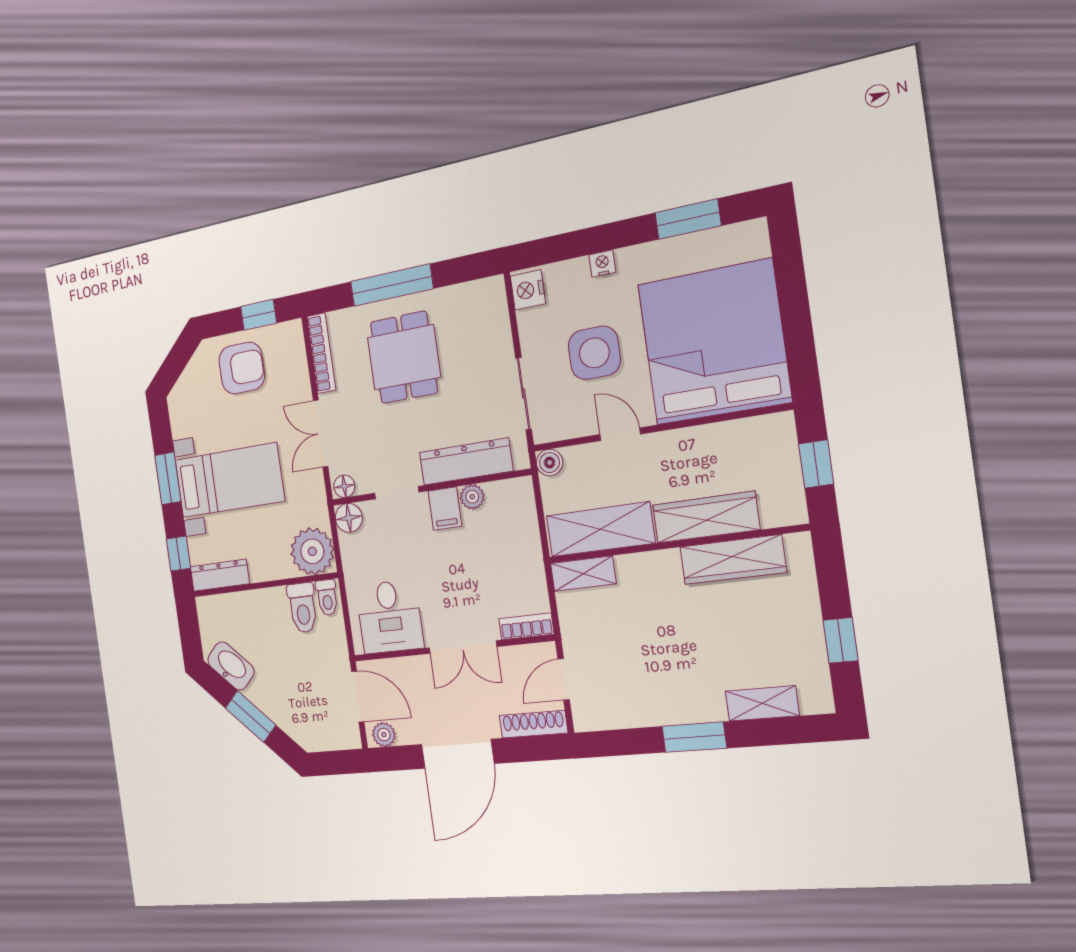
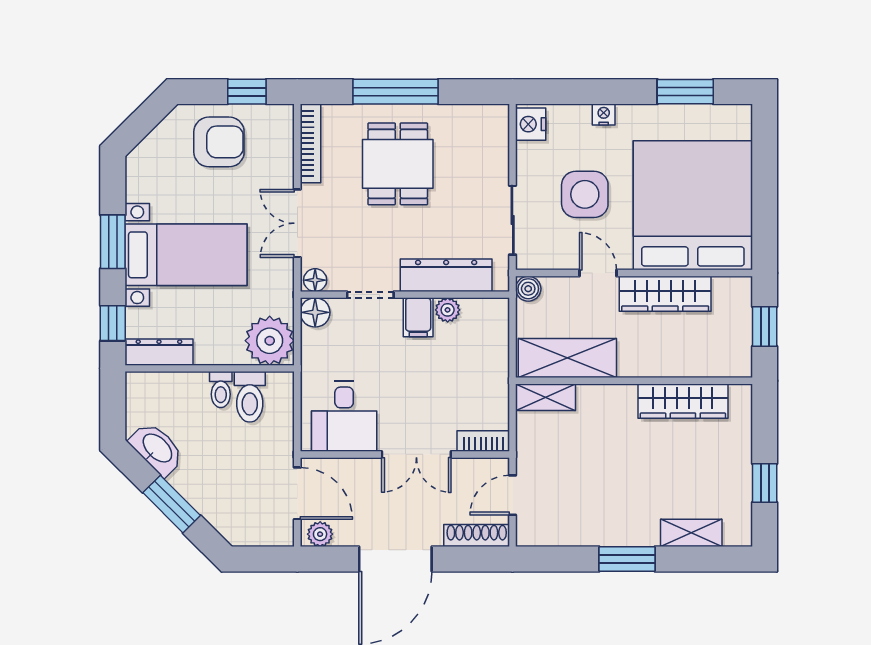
wardrobe: (706, 517) -> (665, 294), moved, turned 180
toilet: (327, 598) -> (221, 390), moved

